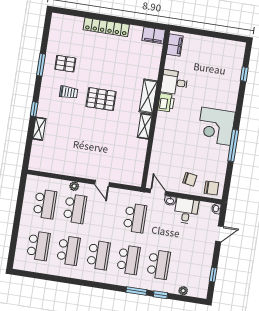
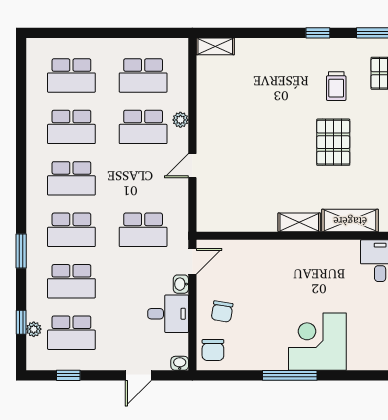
printer: (166, 103) -> (344, 252), removed
window: (34, 109) -> (318, 33), moved
shelving: (39, 129) -> (215, 46), moved
door: (220, 234) -> (138, 375), hinge flipped
school desk: (189, 269) -> (71, 333), added
window: (160, 295) -> (21, 322), moved

